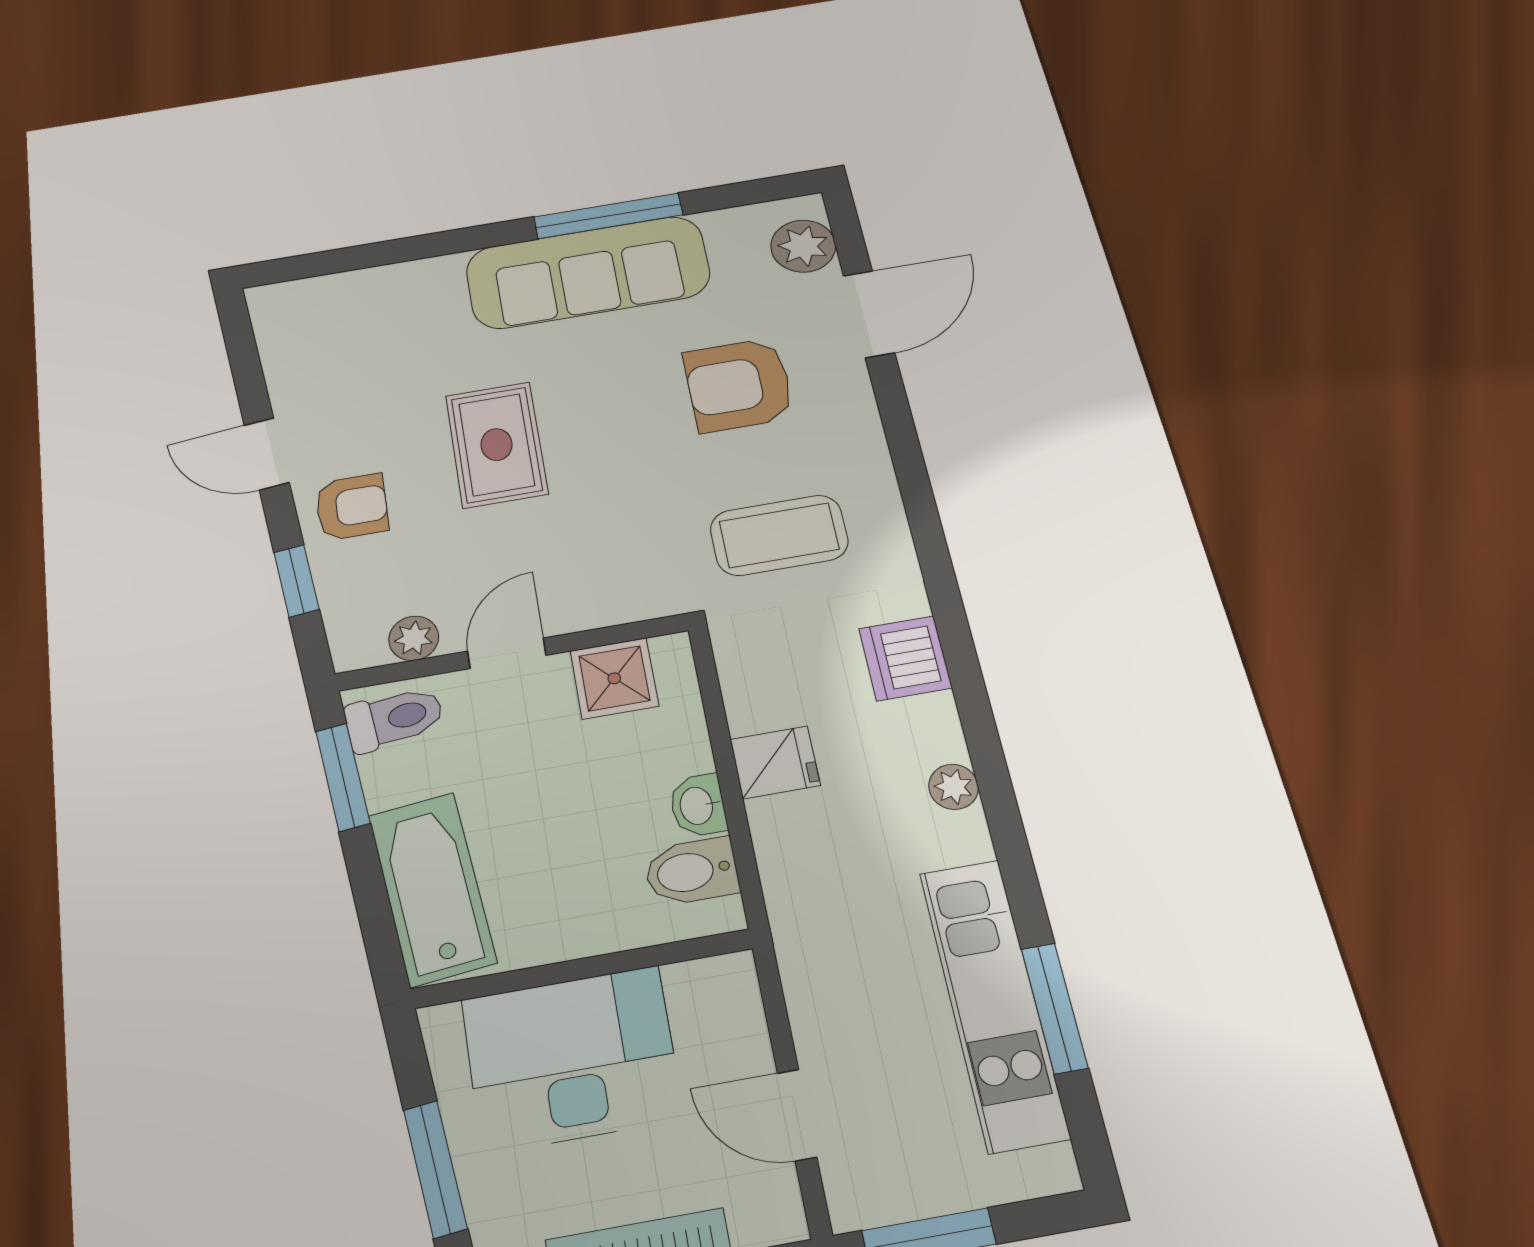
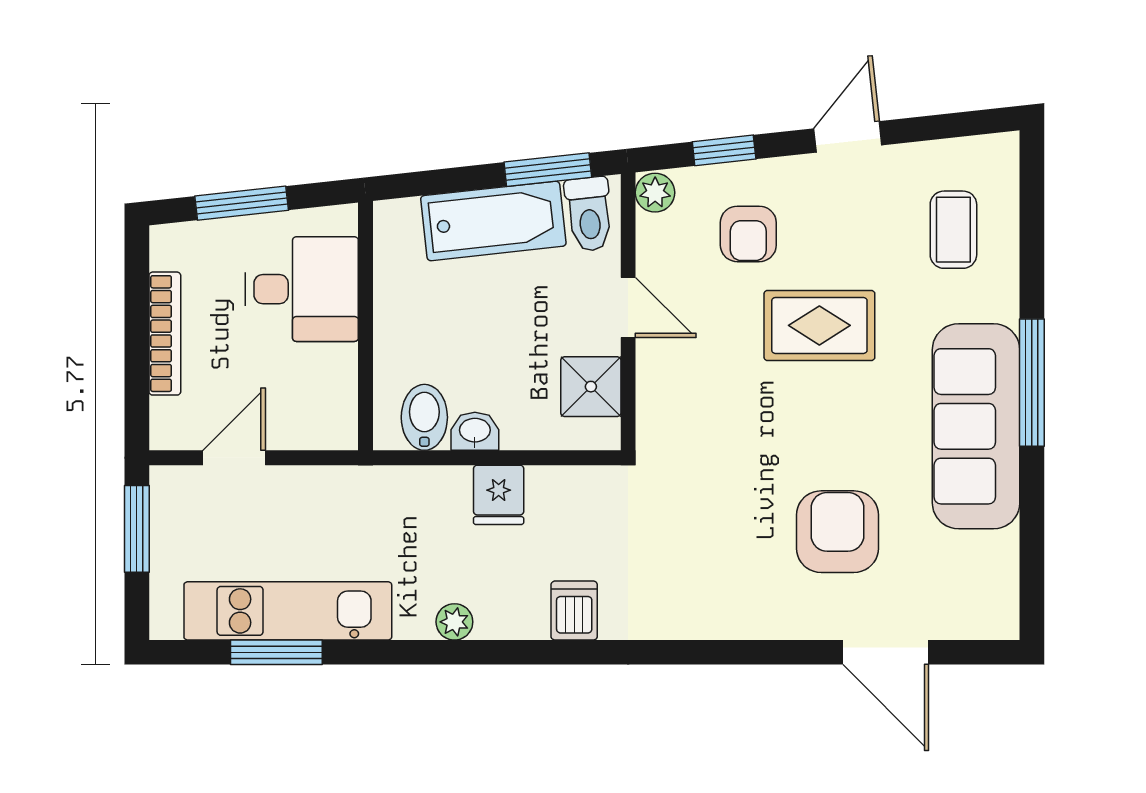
window: (608, 216) -> (1032, 383), moved
plant: (803, 246) -> (966, 613), removed
armchair: (352, 507) -> (748, 234), moved
coffee table: (779, 535) -> (953, 230), moved, width x0.73, depth x0.77
plant: (414, 638) -> (655, 193), moved
dishwasher: (905, 658) -> (574, 611), width x0.73
bathtub: (432, 888) -> (493, 221), moved
desk: (572, 1059) -> (302, 289), width x0.73

